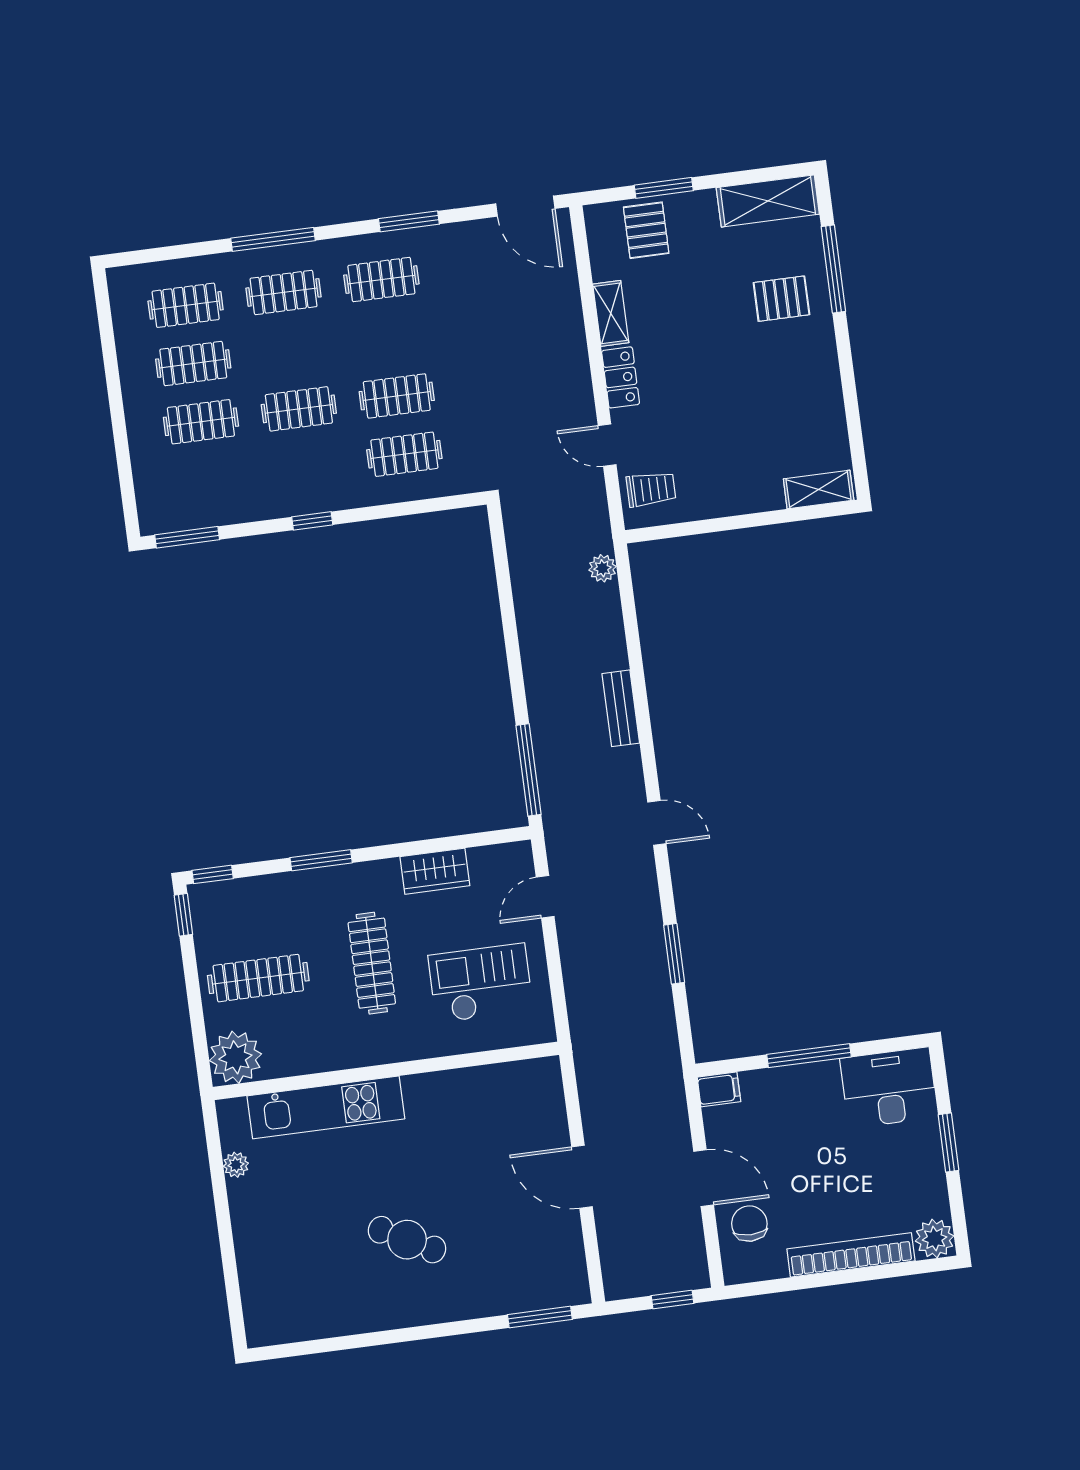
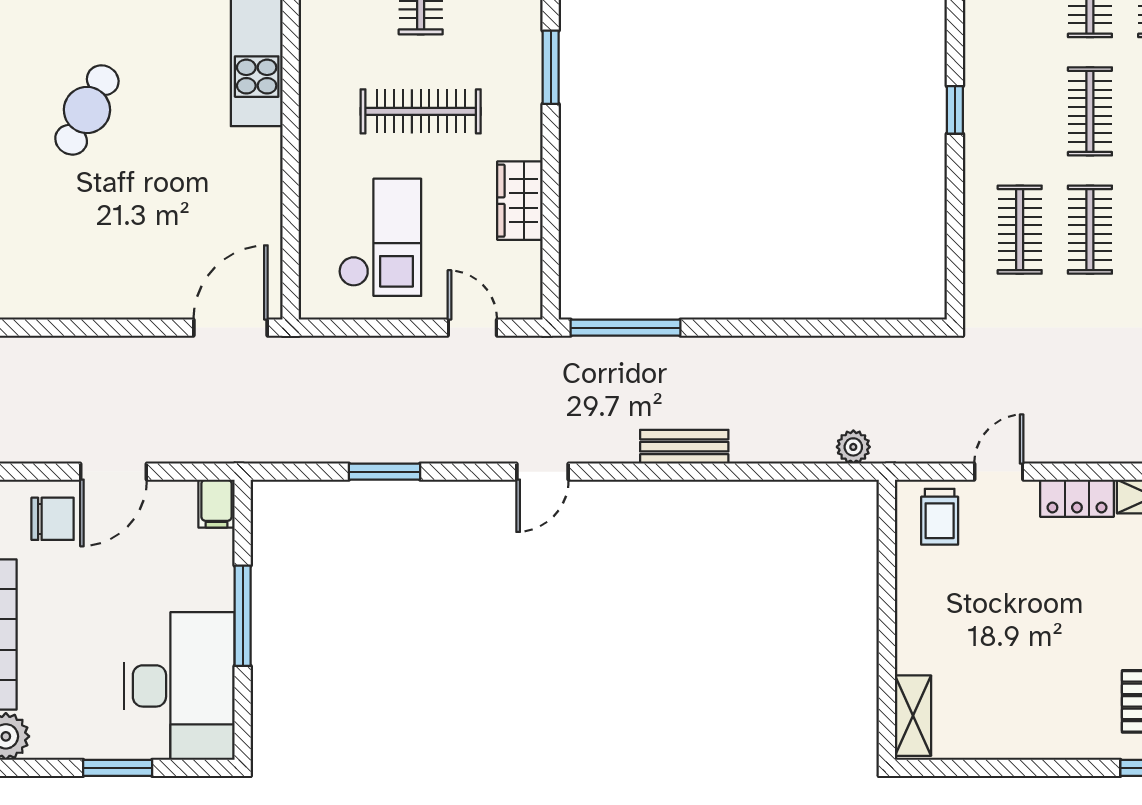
desk: (889, 1088) -> (179, 686), width x1.36, depth x1.30
door: (582, 1177) -> (231, 328), moved

